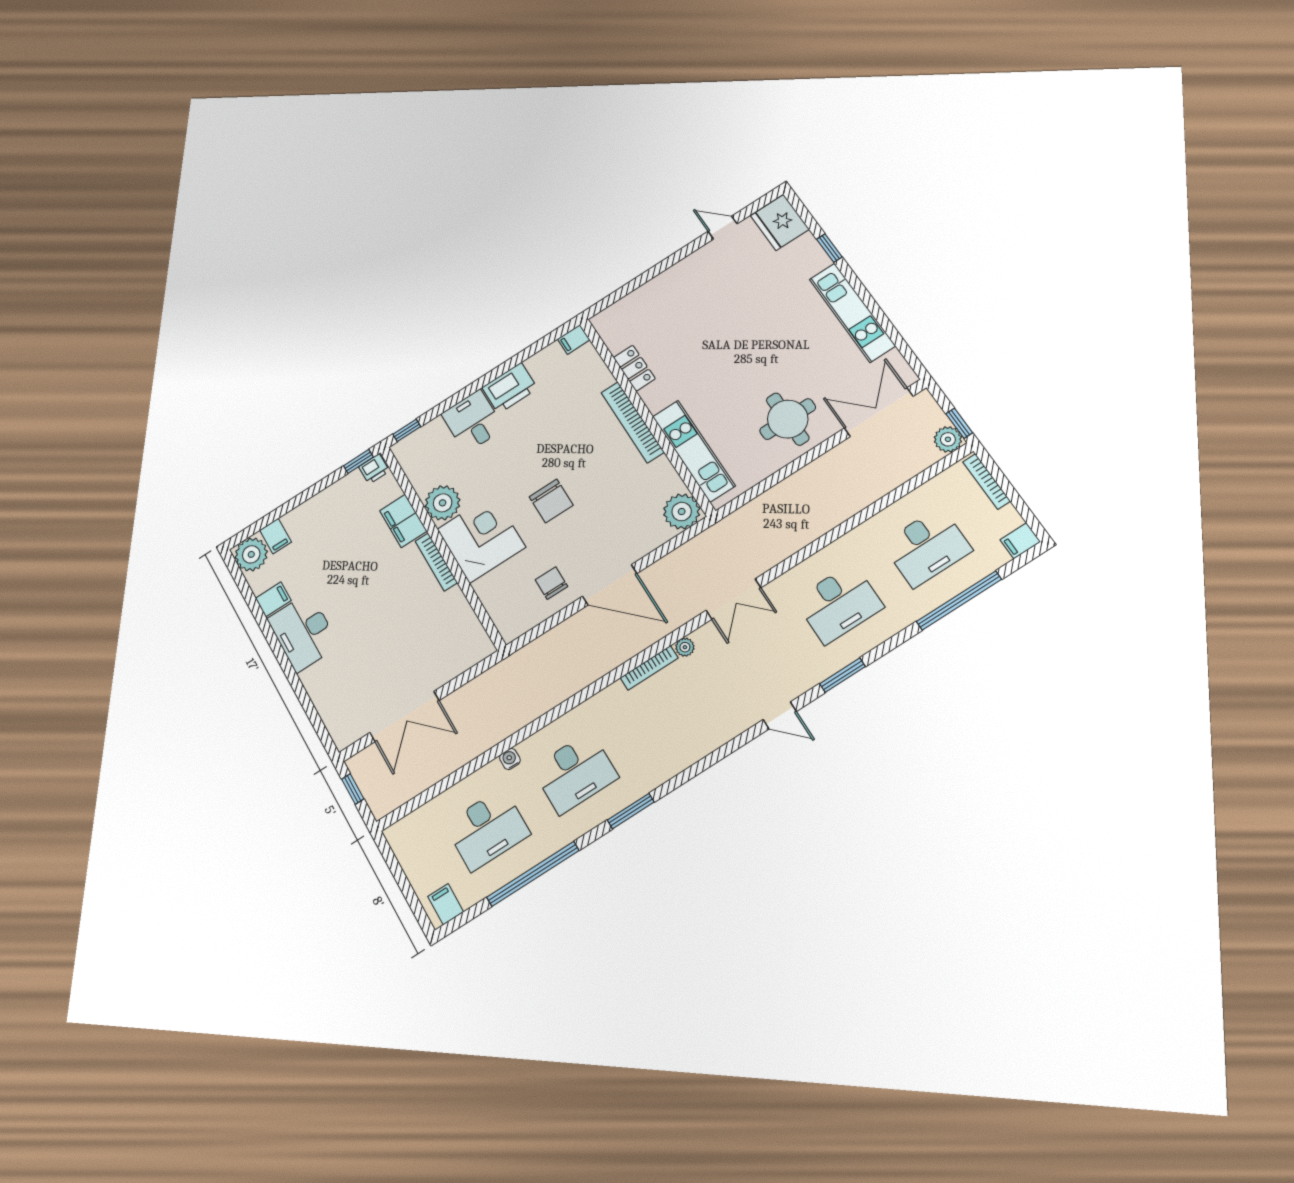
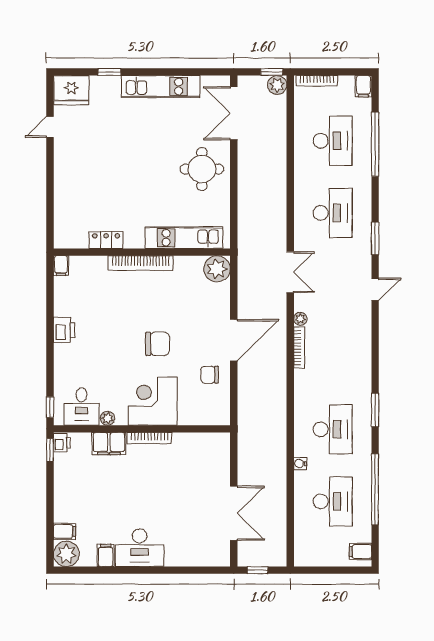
printer: (510, 388) -> (64, 330), width x0.73, depth x0.84
desk: (473, 421) -> (81, 406), moved, turned -90
plant: (443, 503) -> (107, 418), width x0.53, depth x0.53

